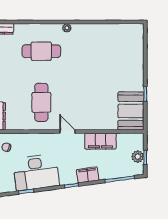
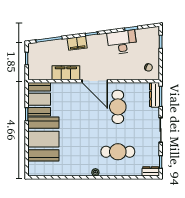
booth: (126, 66) -> (43, 139), added
door: (67, 132) -> (95, 81), width x1.88
plant: (138, 157) -> (33, 59), removed
desk: (36, 172) -> (122, 42), width x0.73, depth x0.77

